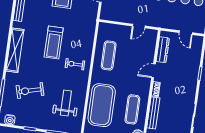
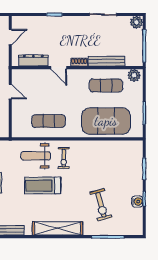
treadmill: (54, 42) -> (42, 186), turned 180
weight bench: (66, 103) -> (36, 156), moved
water cooler: (10, 120) -> (137, 202), moved

